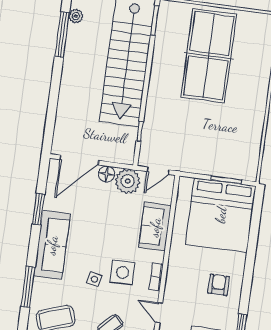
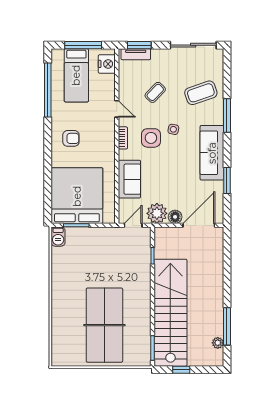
barbecue: (250, 169) -> (58, 237), added
armchair: (219, 285) -> (71, 138), turned -90

